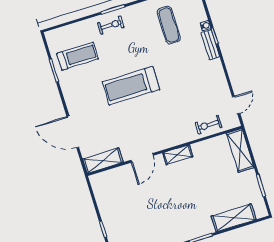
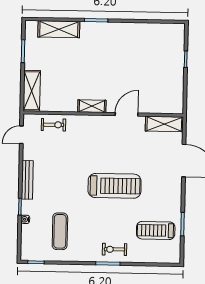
bench: (210, 45) -> (27, 180), moved, width x1.36

